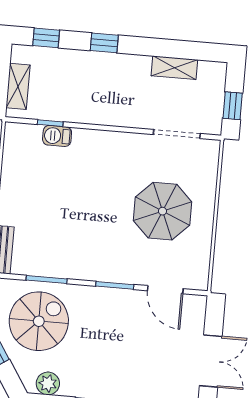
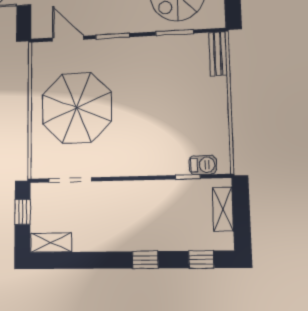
shelving: (174, 68) -> (51, 243), moved
barbecue: (57, 136) -> (203, 165), moved
parasol: (162, 211) -> (77, 108), width x1.36, depth x1.36

